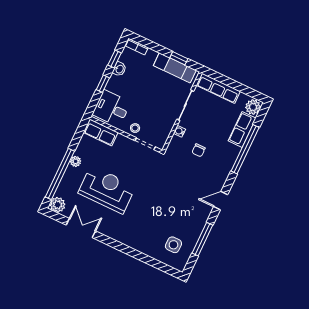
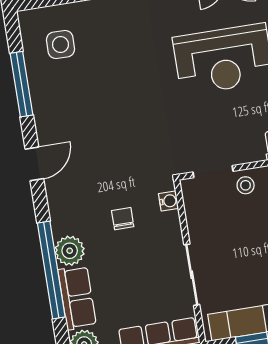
water cooler: (179, 131) -> (168, 201), moved
plant: (231, 152) -> (70, 251), added

